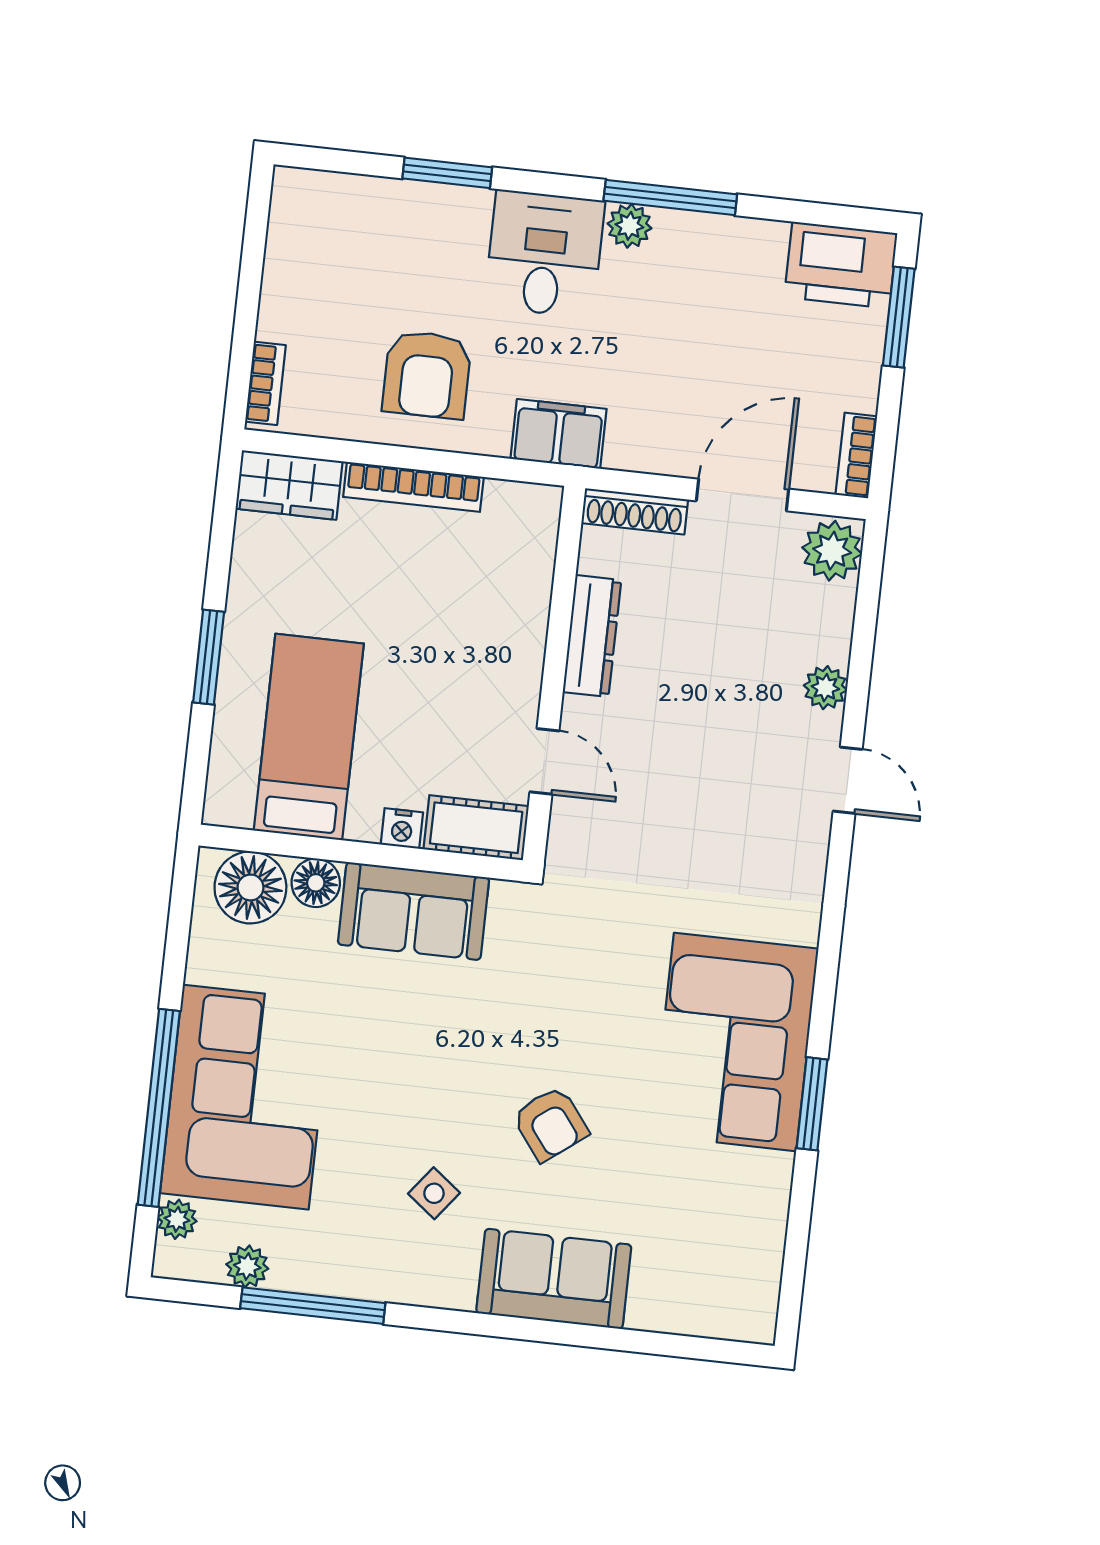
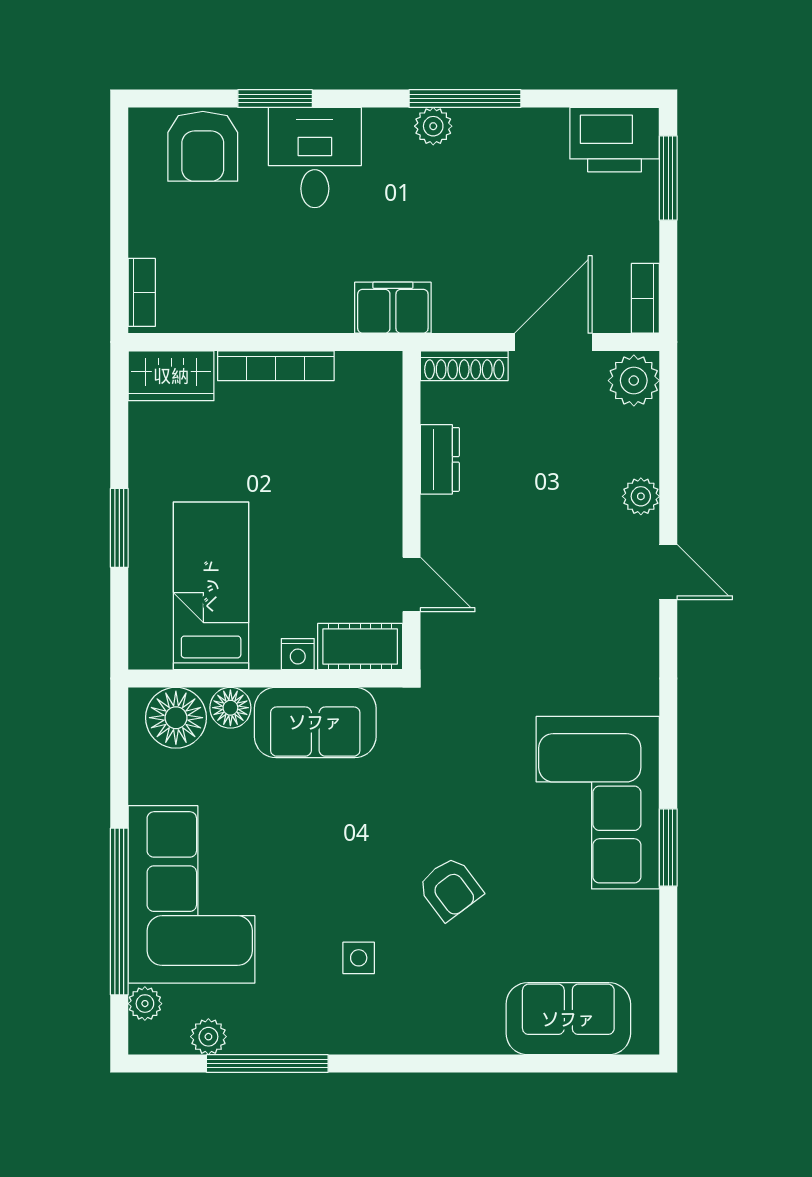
desk: (545, 254) -> (315, 158), moved
armchair: (427, 375) -> (203, 146), moved
dresser: (592, 636) -> (440, 459), width x0.70
side table: (434, 1193) -> (359, 958), turned -38
sofa: (554, 1279) -> (568, 1019), moved

